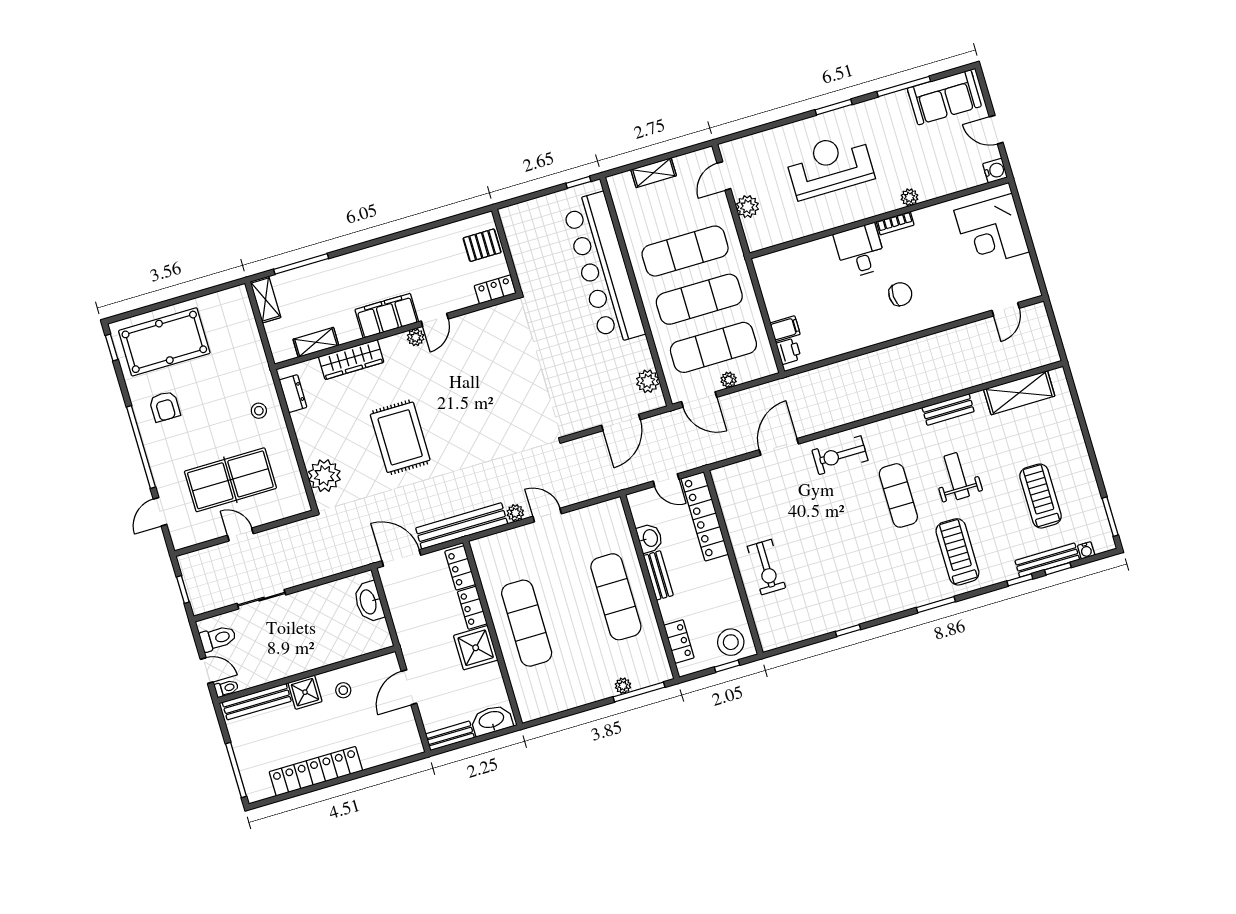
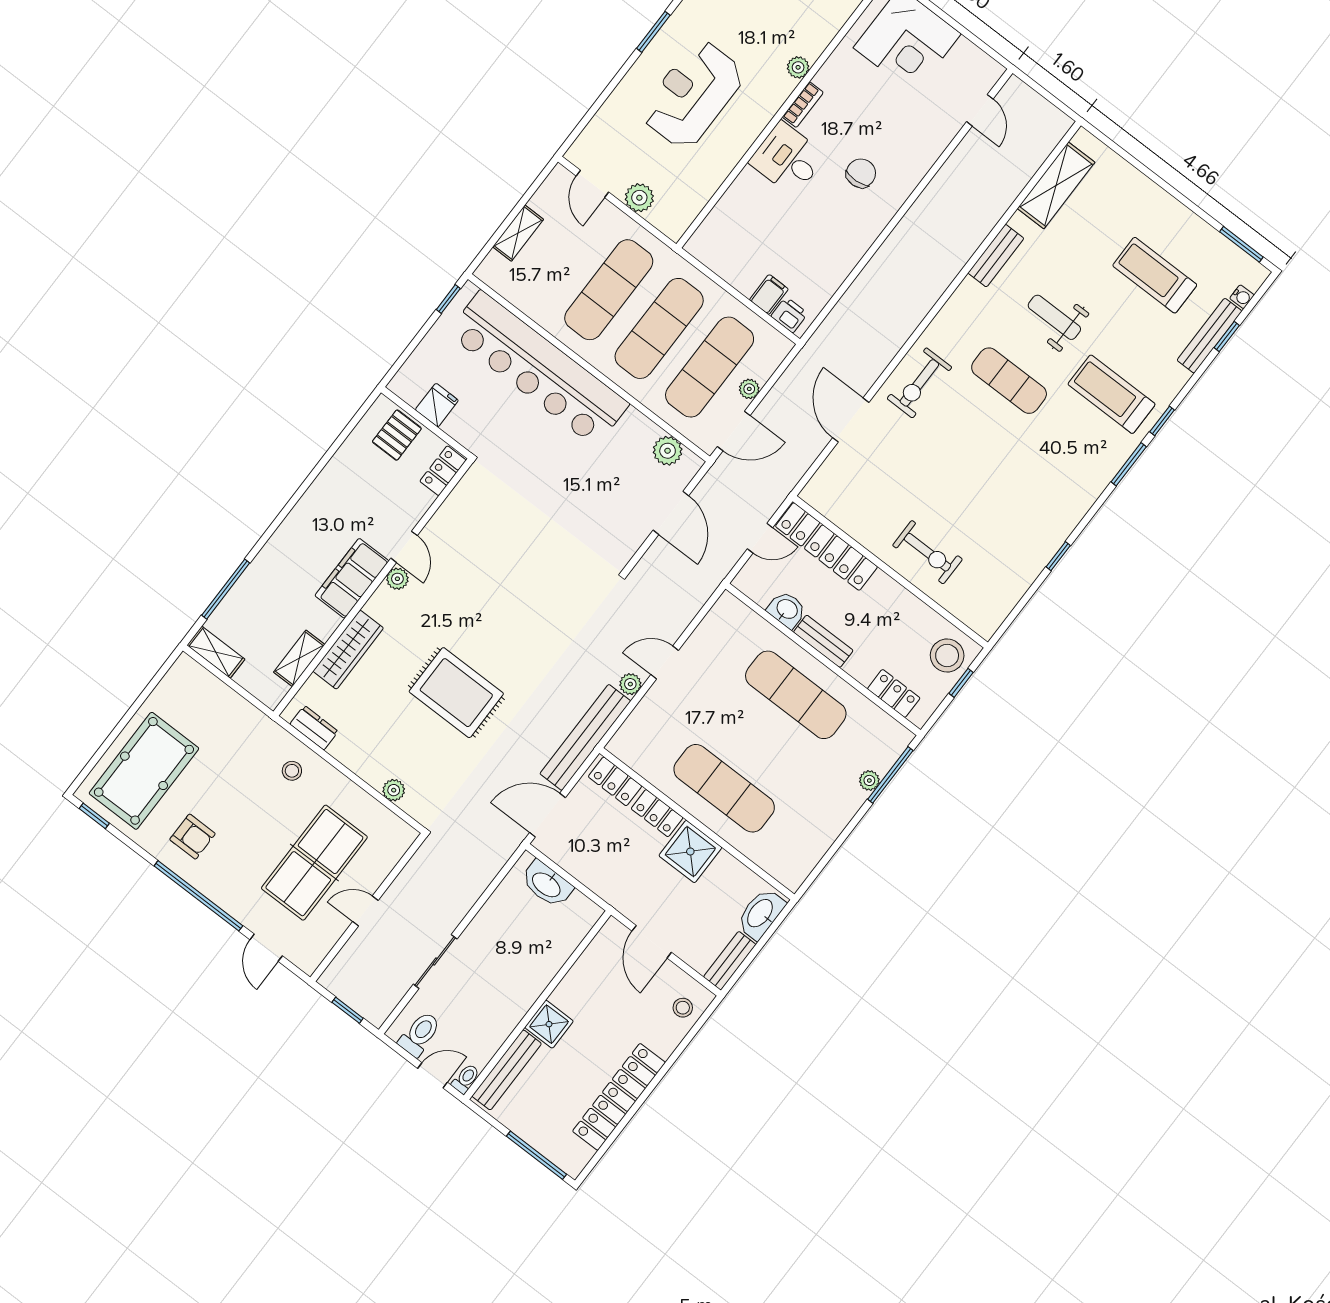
fridge: (522, 245) -> (437, 405), added
plant: (324, 476) -> (394, 790), width x0.53, depth x0.53
window: (1020, 580) -> (1162, 421), moved
stool: (343, 690) -> (683, 1008), moved

